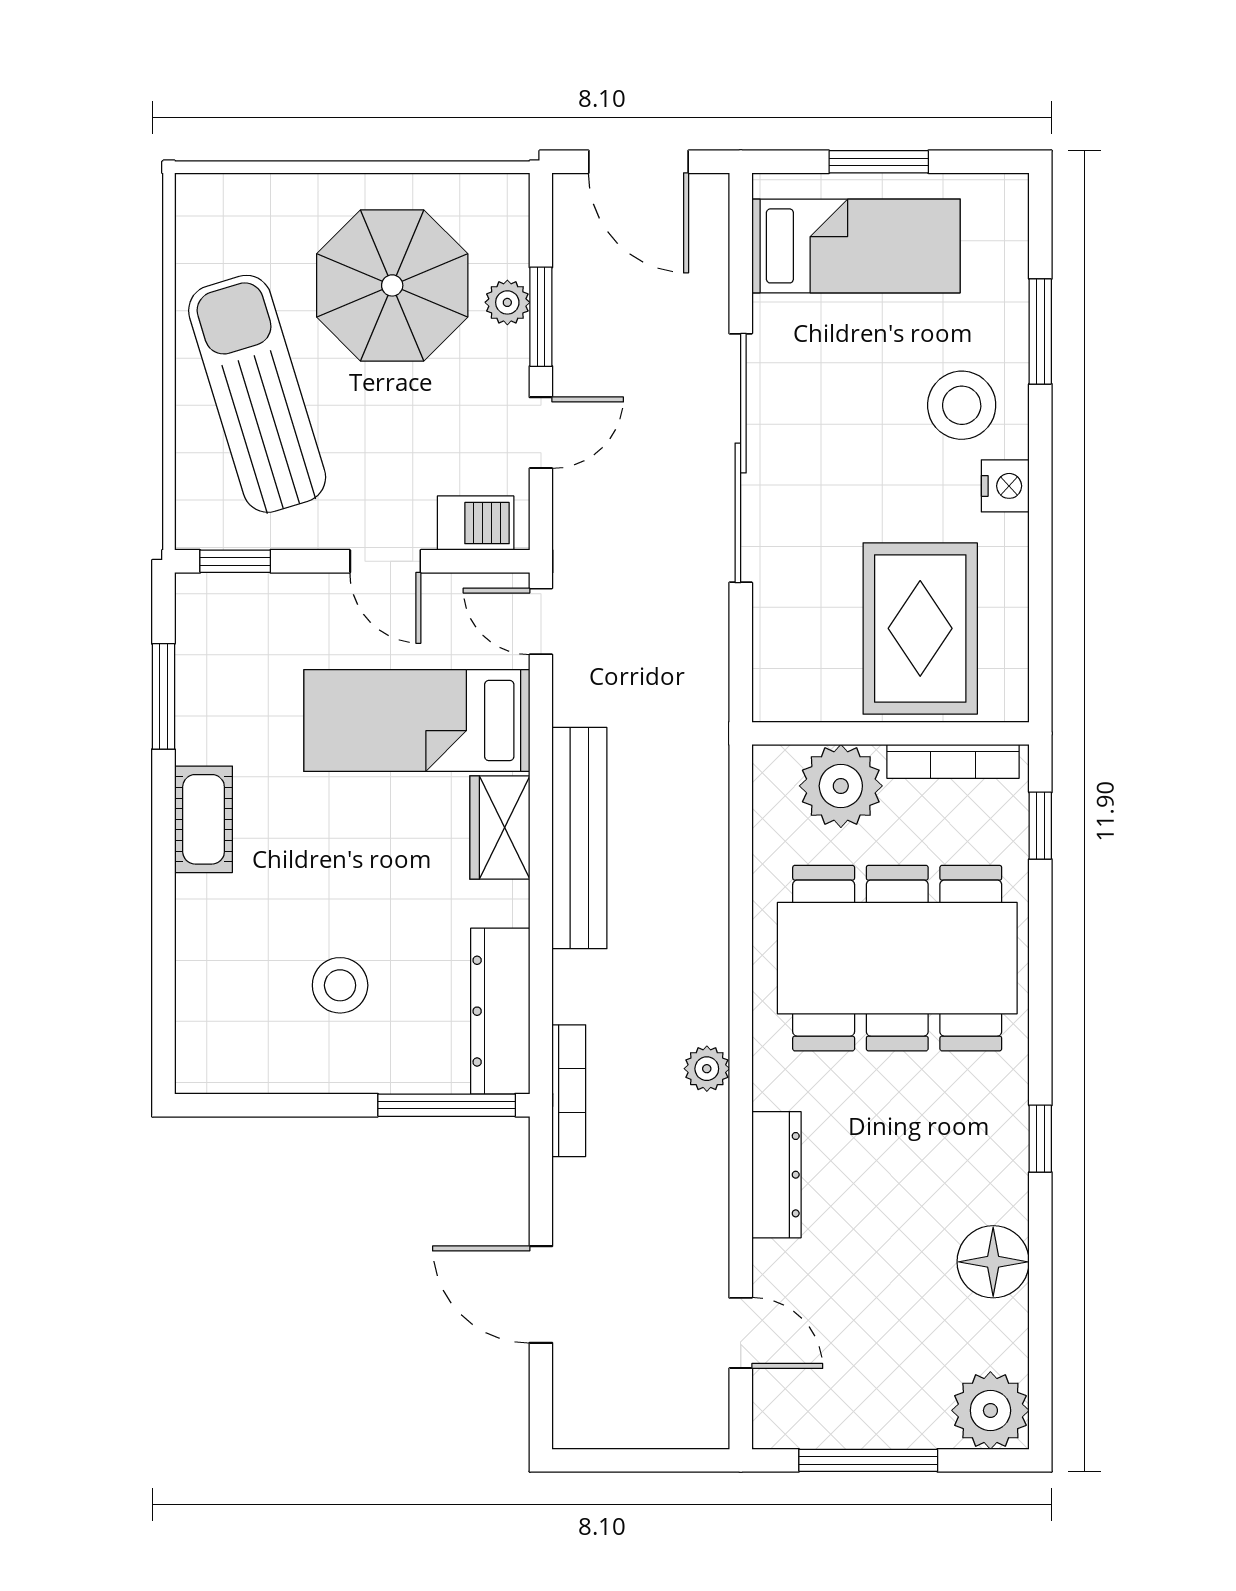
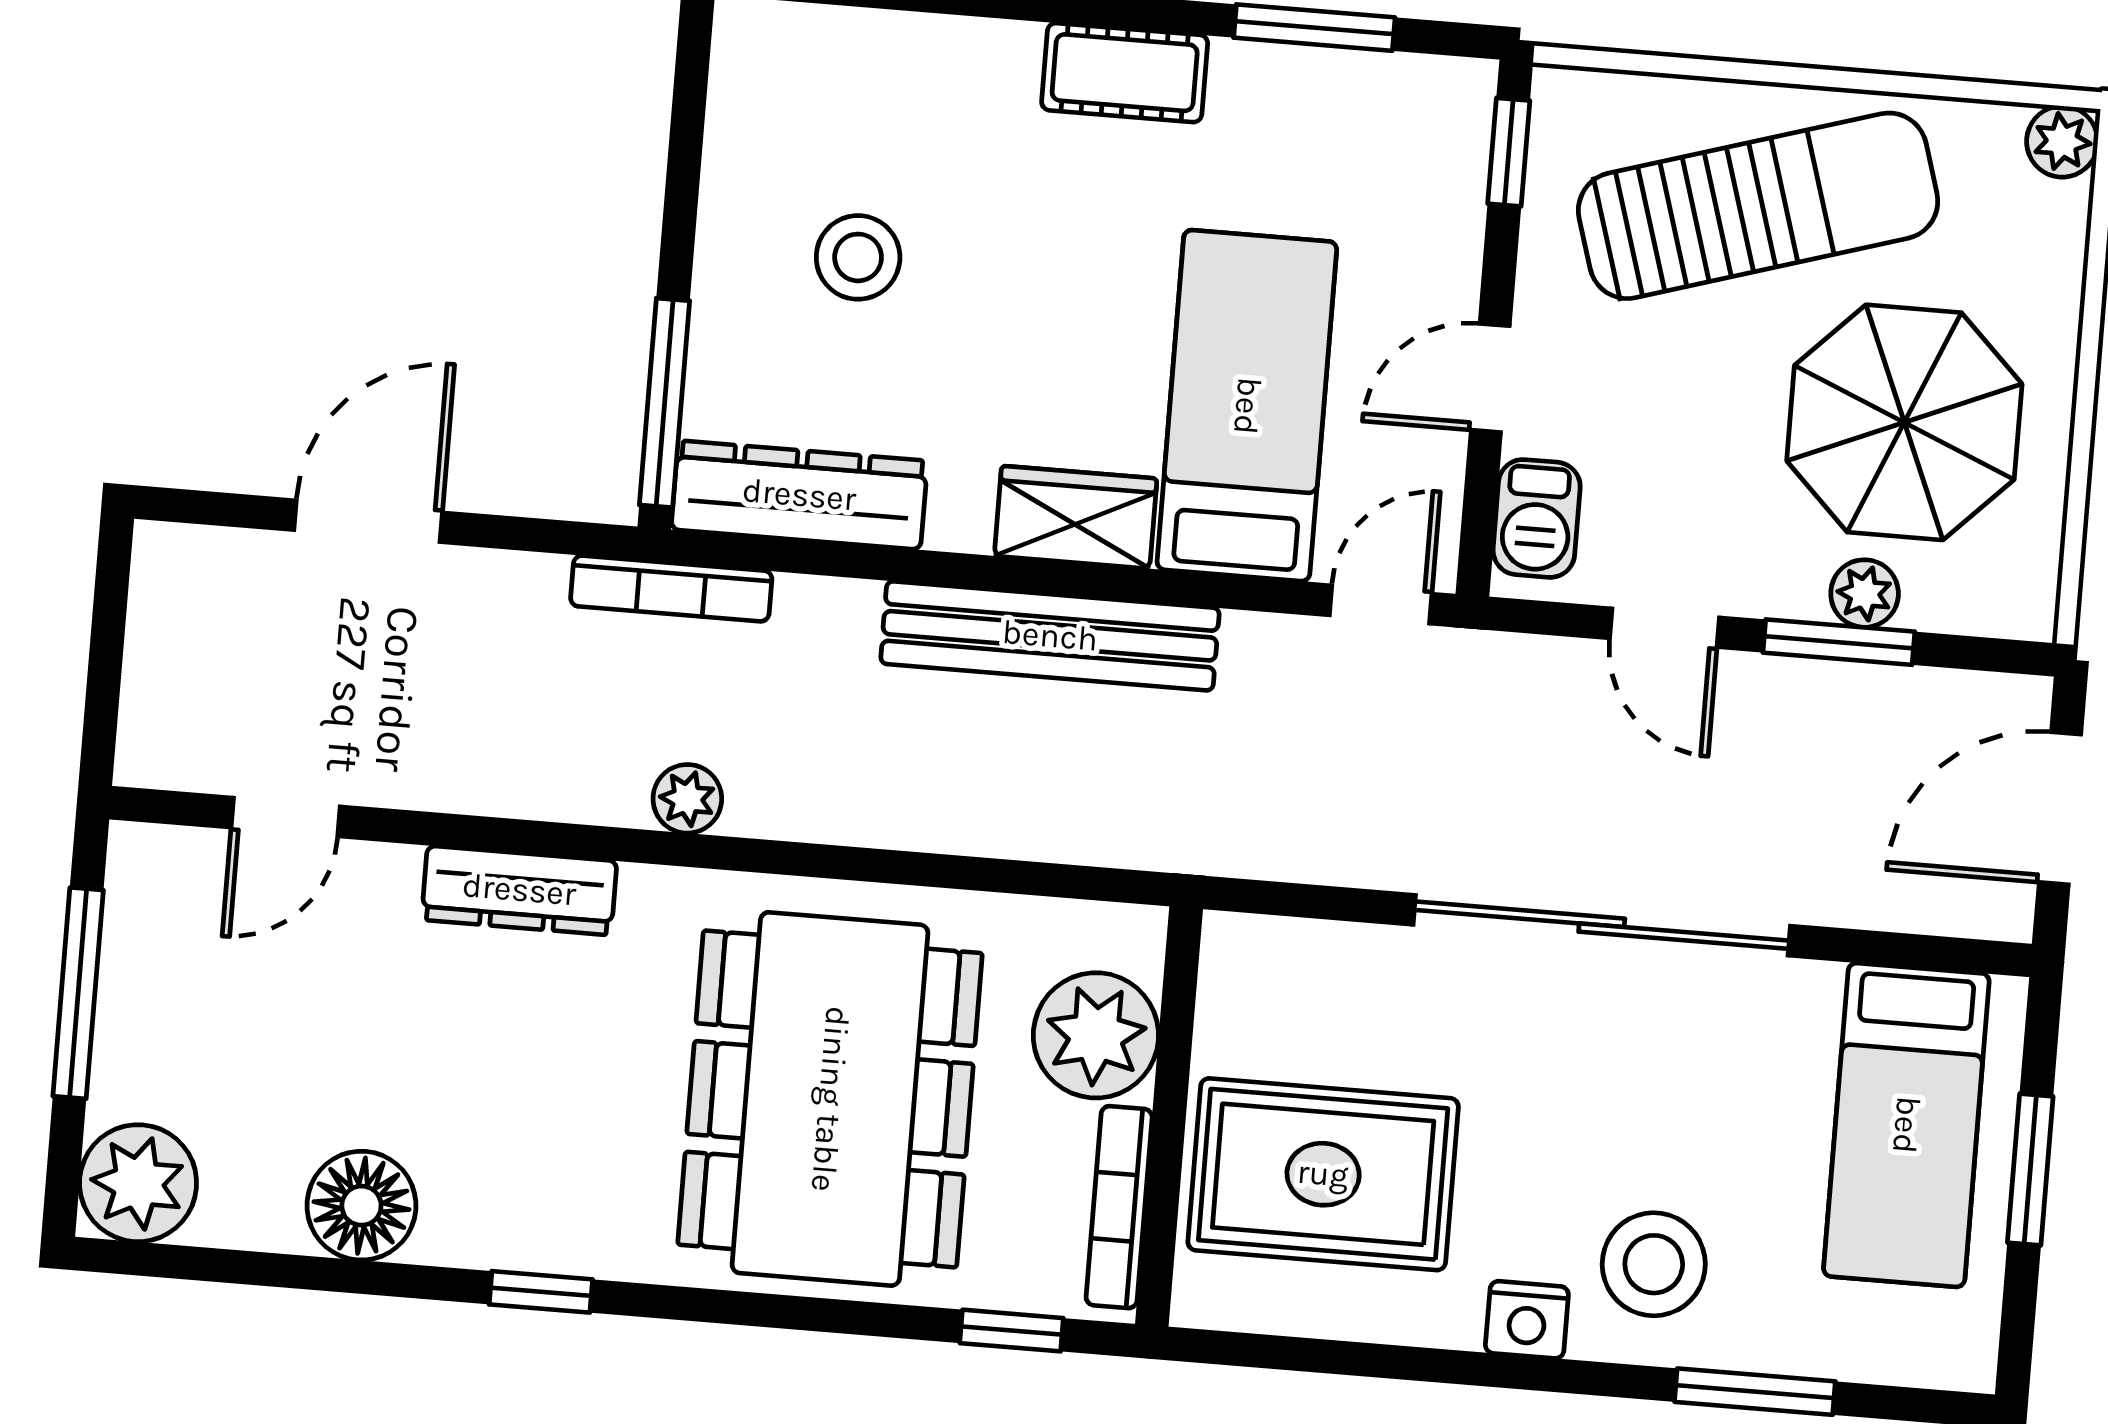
plant: (198, 196) -> (2062, 142), added

